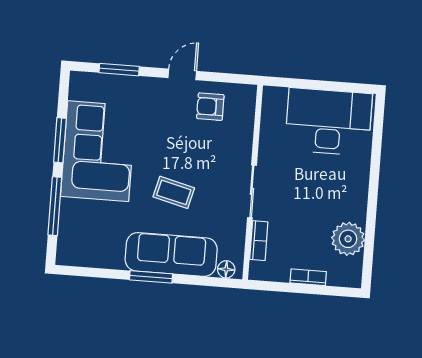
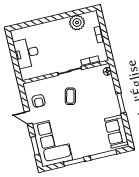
desk: (329, 122) -> (27, 53), width x0.73, depth x0.77
corner sofa: (98, 151) -> (52, 142), moved, turned 90
coffee table: (174, 192) -> (70, 96), moved
sofa: (171, 254) -> (116, 132), moved, width x0.73

